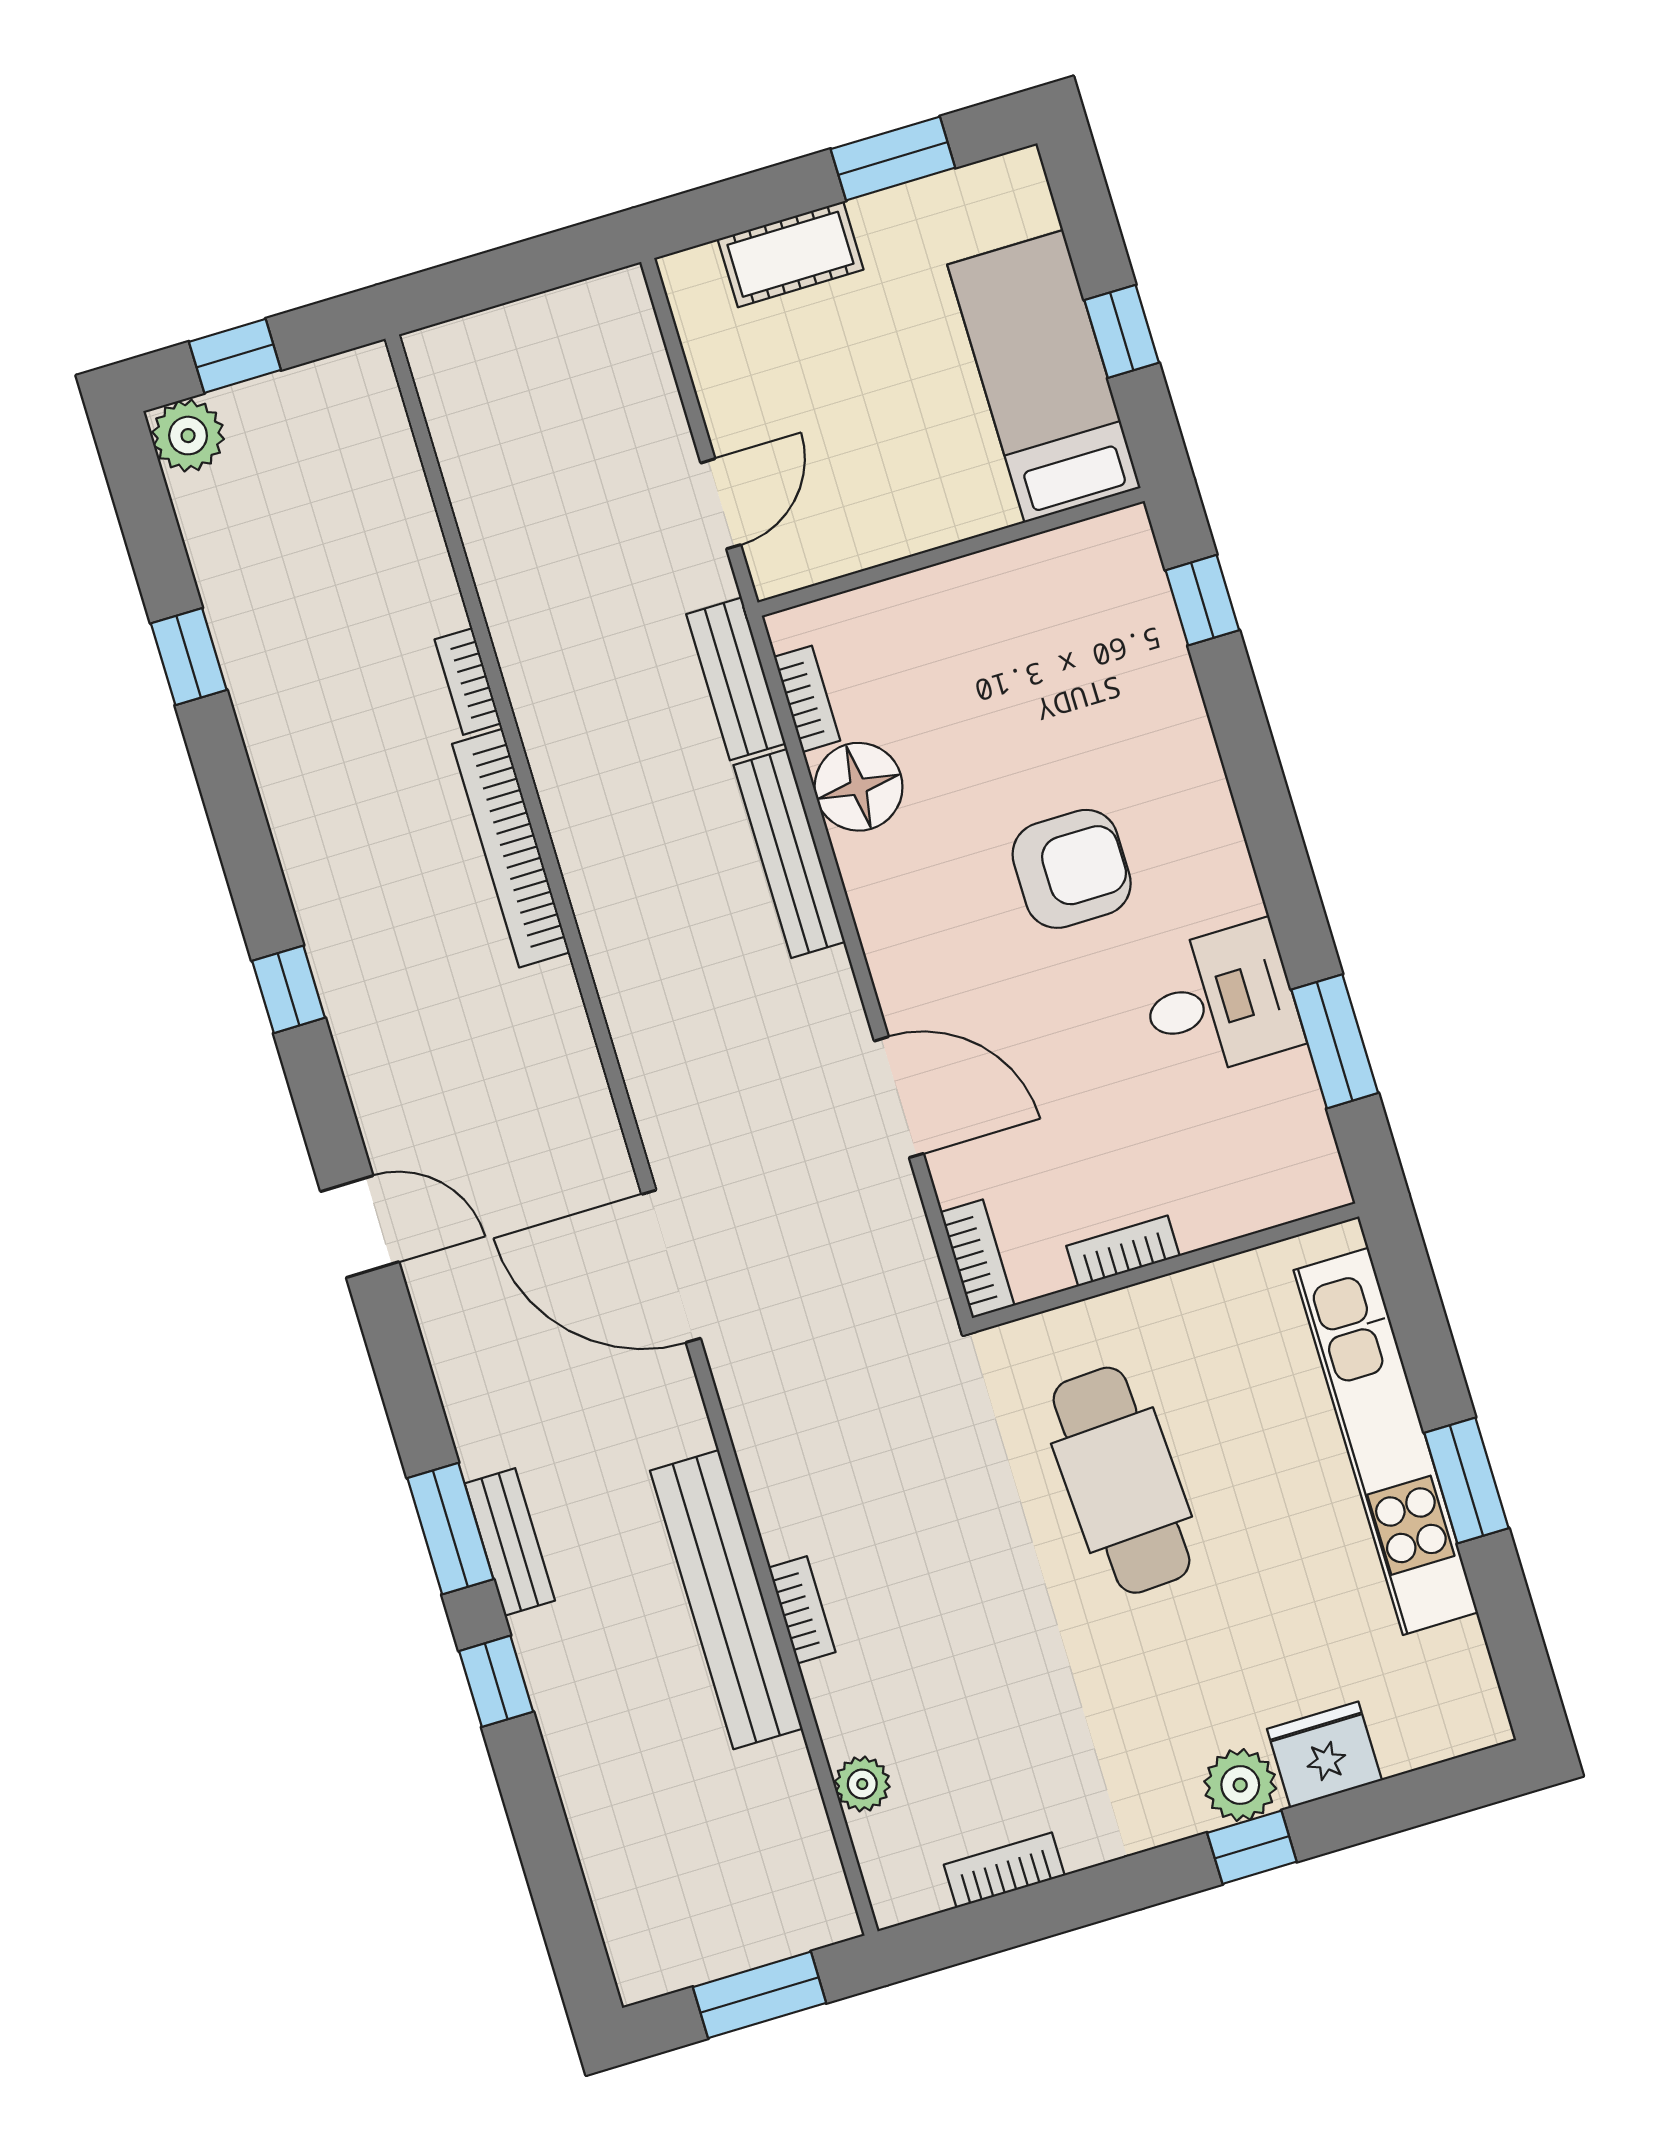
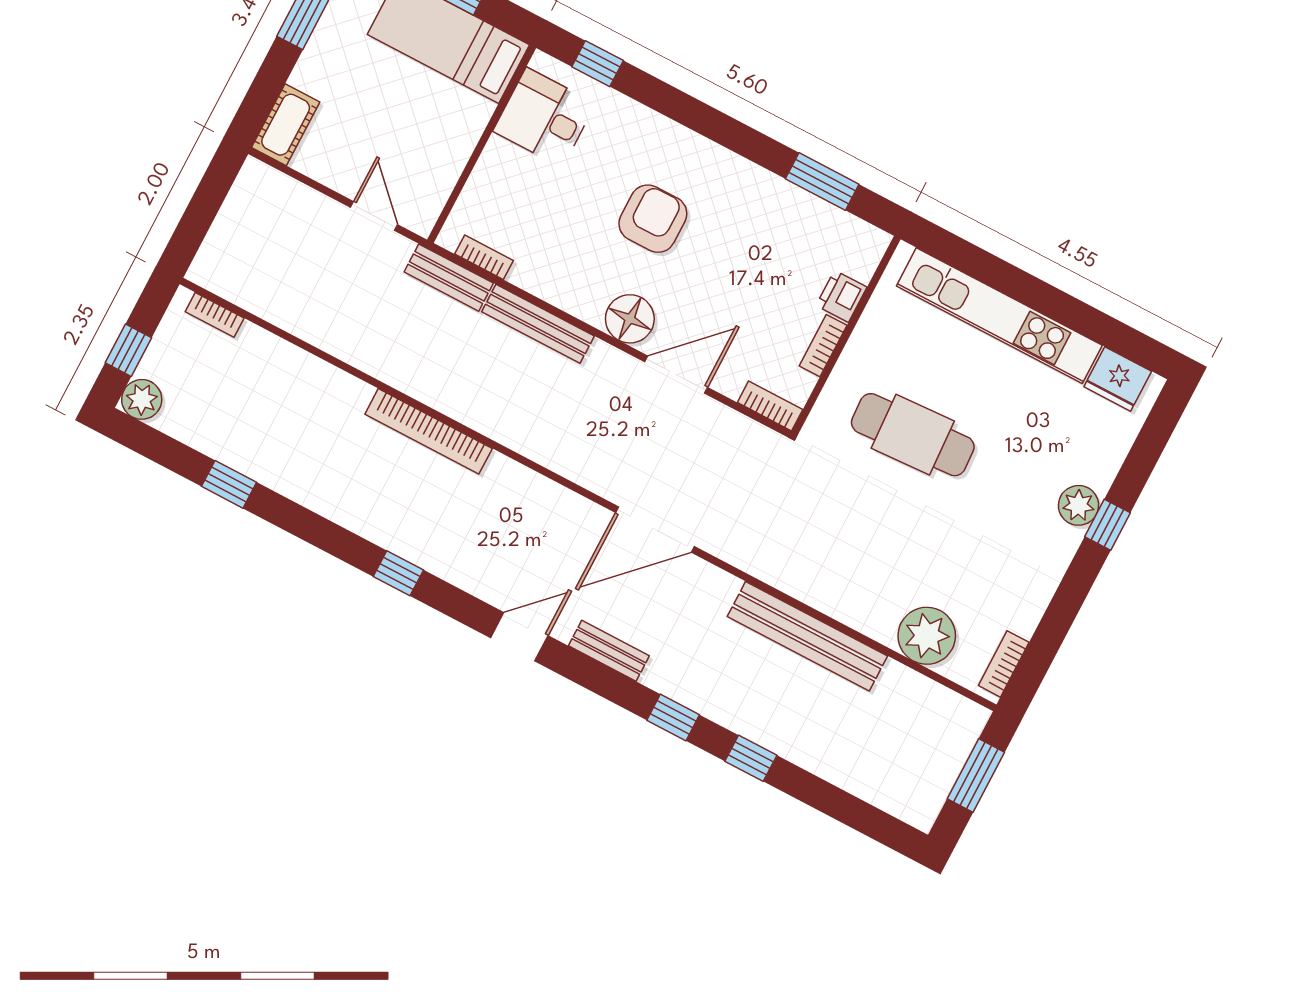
cot: (790, 254) -> (286, 125), moved
bookcase: (468, 681) -> (215, 315), moved
floor lamp: (859, 787) -> (630, 319), moved
desk: (1220, 1000) -> (544, 117), moved, turned -90
printer: (1210, 1212) -> (842, 296), added
window: (1466, 1481) -> (1046, 299), removed
window: (450, 1529) -> (673, 718), width x0.67
bench: (510, 1542) -> (609, 651), moved
bookcase: (802, 1610) -> (841, 610), removed
fridge: (1324, 1755) -> (1118, 379), moved, turned -90
plant: (862, 1784) -> (927, 636), width x1.88, depth x1.88
bookcase: (1004, 1870) -> (1004, 664), moved

